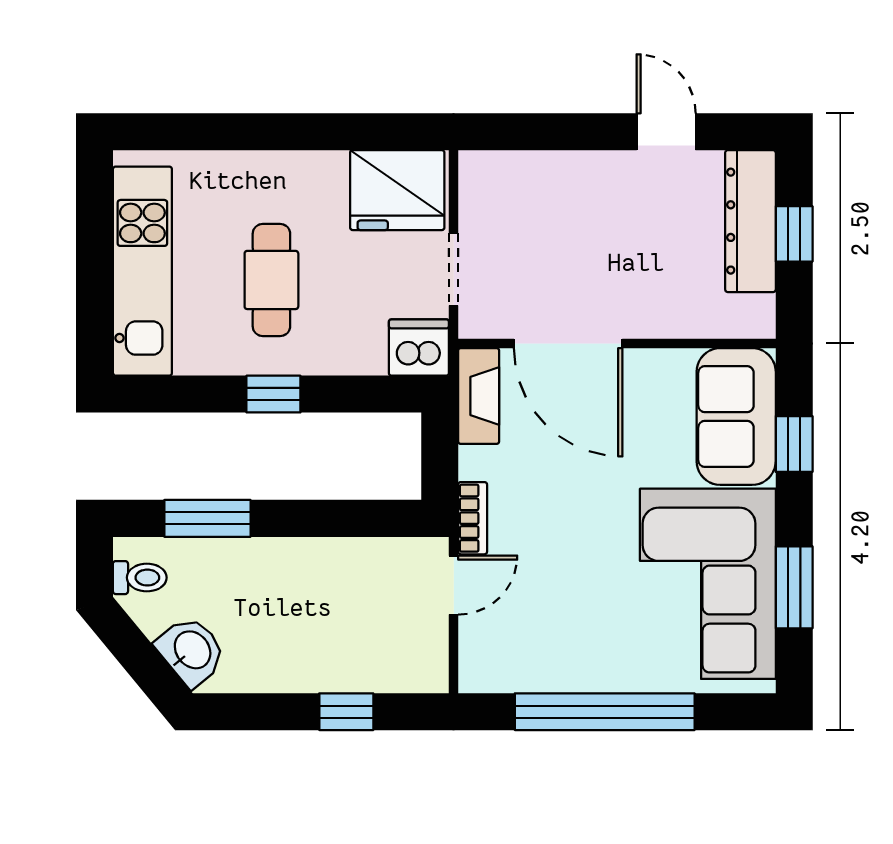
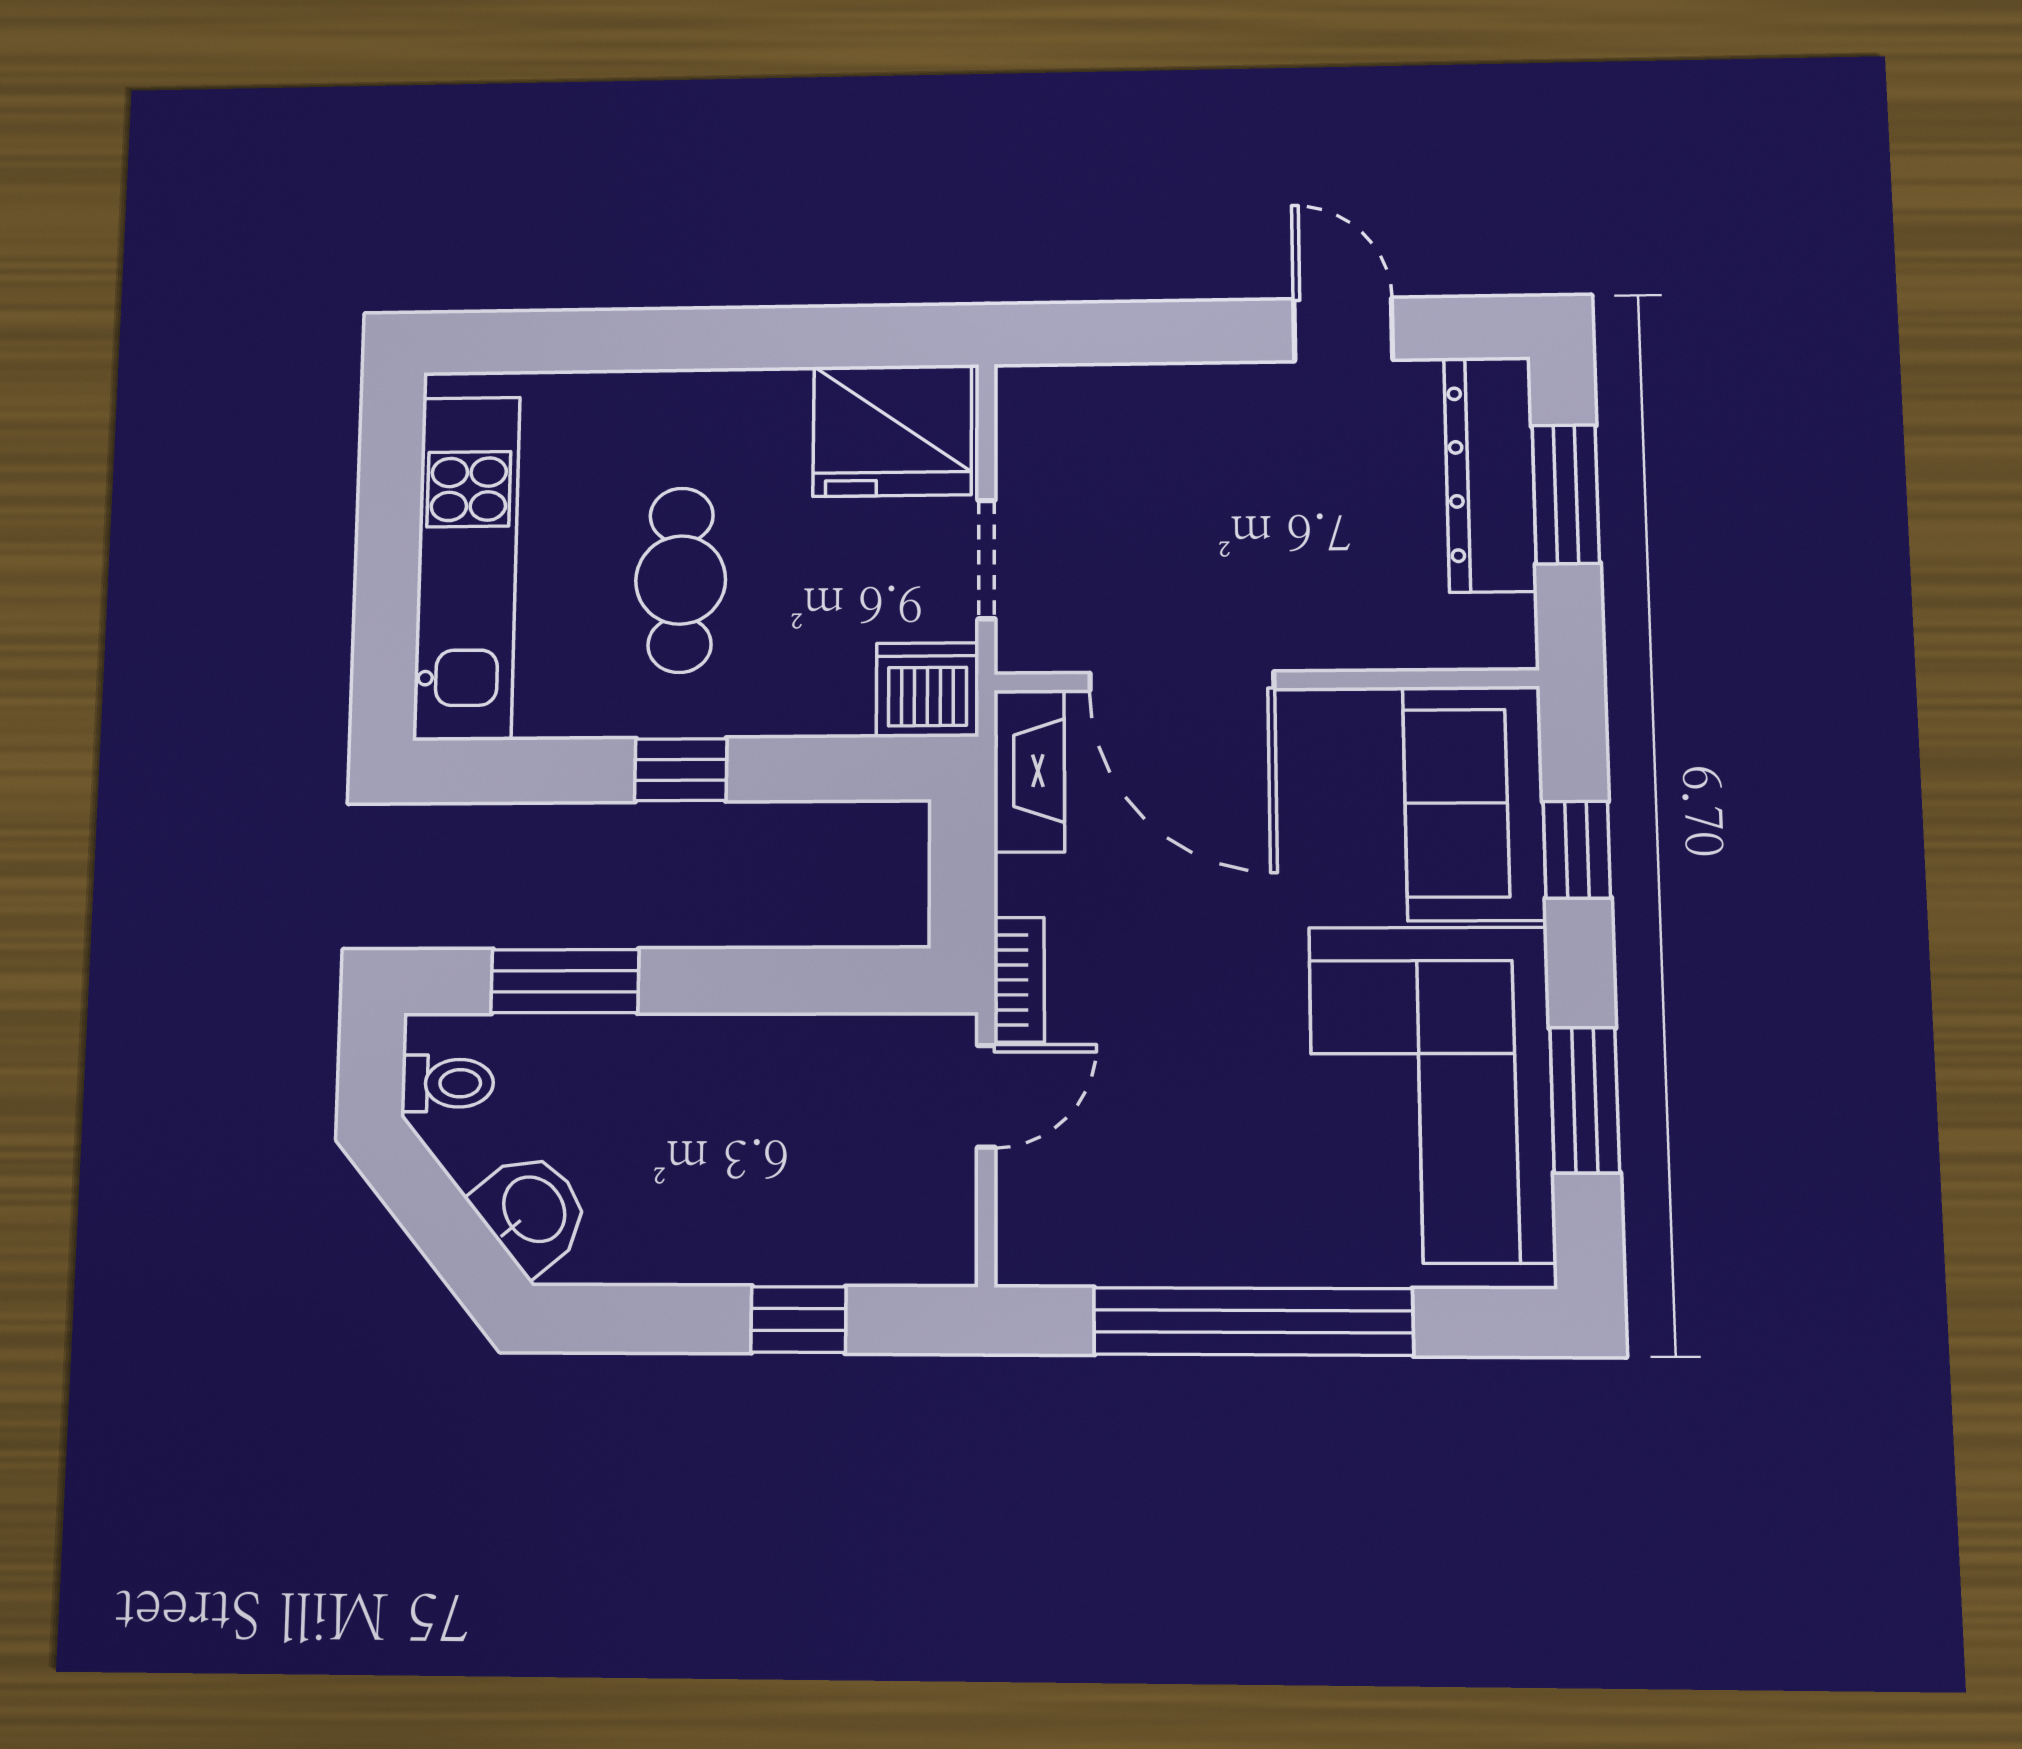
window: (794, 234) -> (1566, 494), width x1.50

